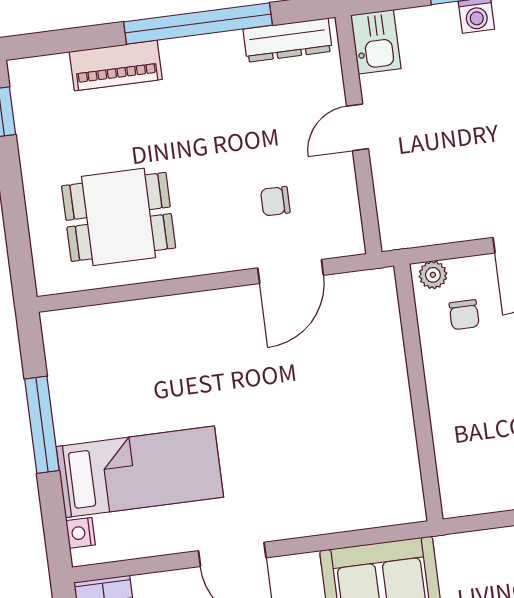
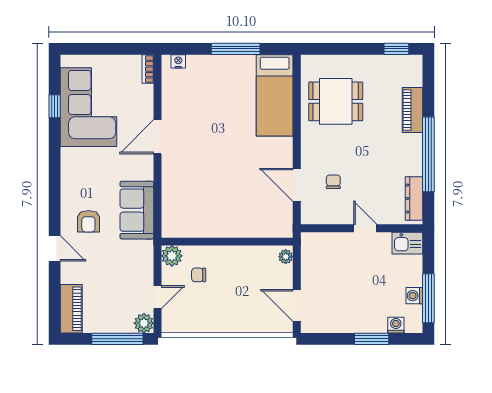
dining table: (119, 217) -> (336, 101), turned 90
chair: (464, 315) -> (199, 275), moved
bed: (140, 472) -> (275, 95), moved
plant: (460, 496) -> (172, 256), added

